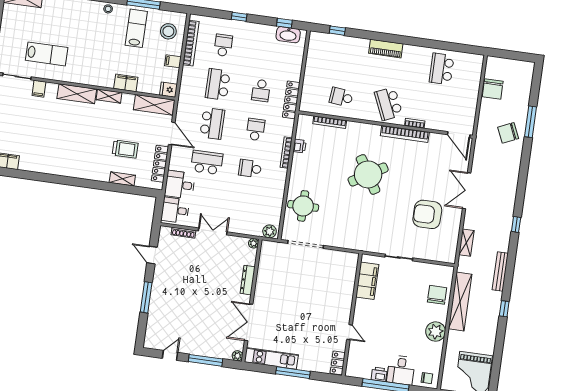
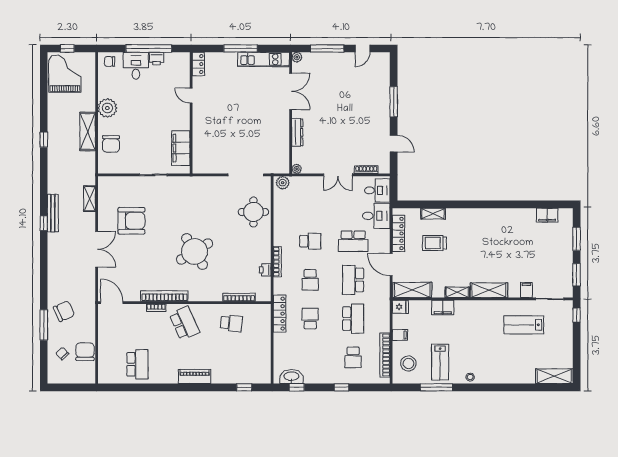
chair: (516, 90) -> (62, 354), added
bench: (500, 272) -> (53, 213), moved
shelving: (460, 302) -> (88, 131), width x0.68

